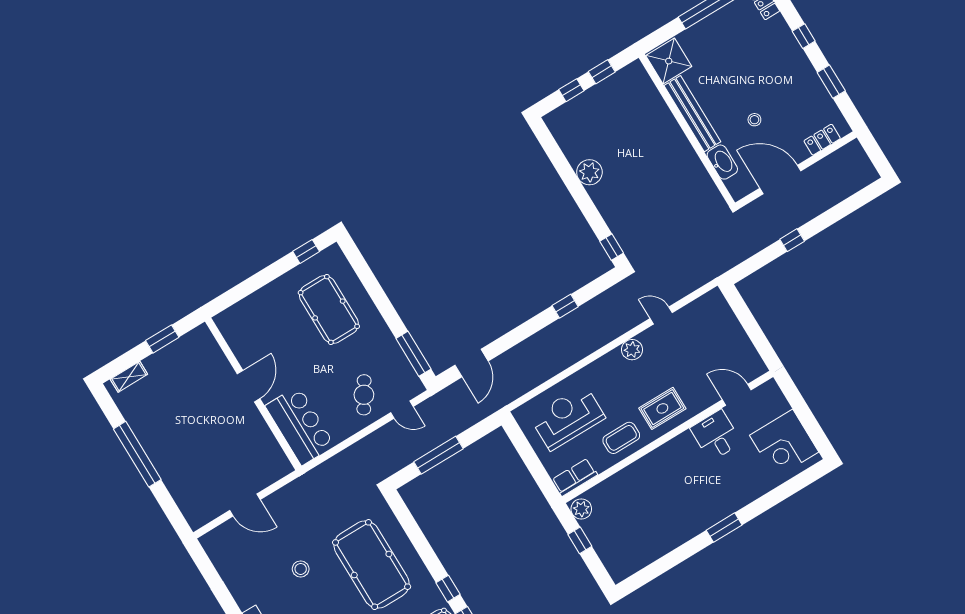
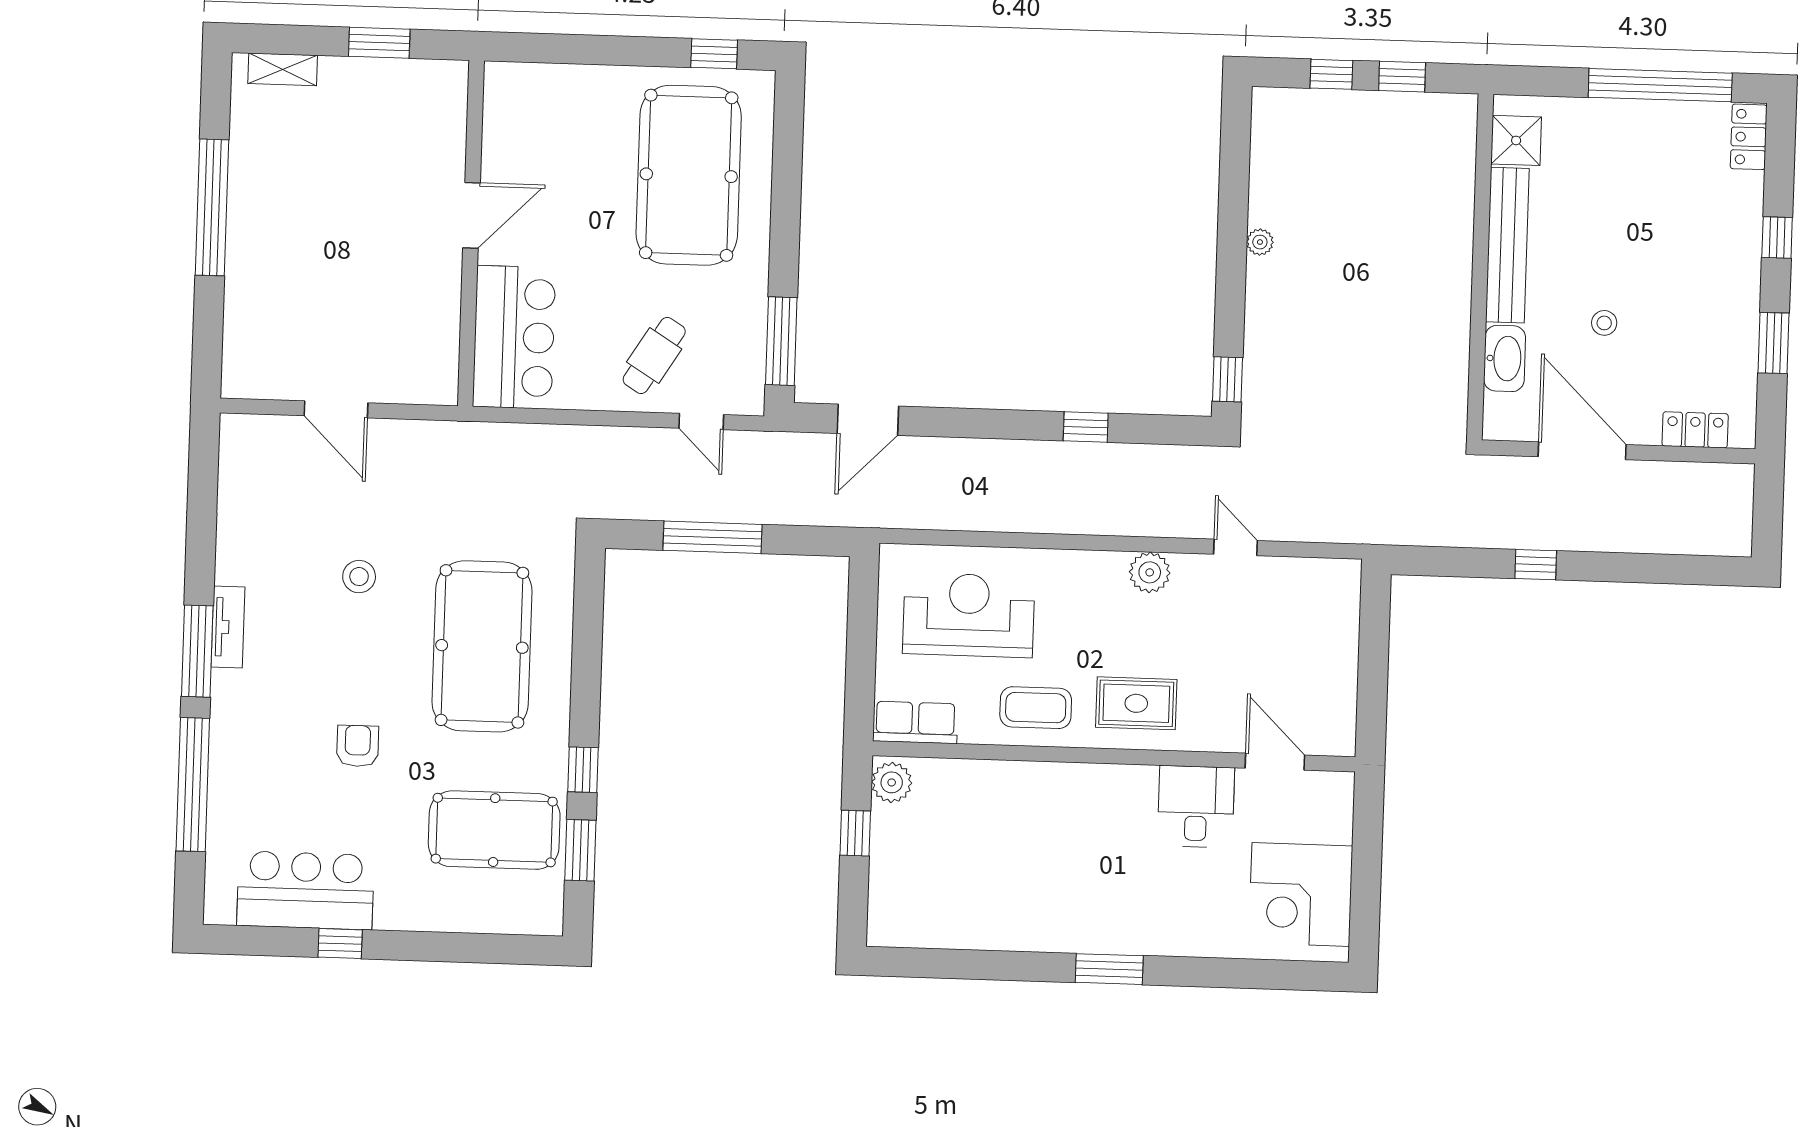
shower: (669, 61) -> (1516, 140), width x0.73, depth x0.73
plant: (589, 172) -> (1260, 242), width x0.53, depth x0.53
pool table: (329, 310) -> (689, 175), width x1.36, depth x1.32

